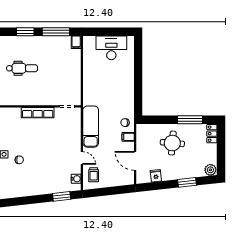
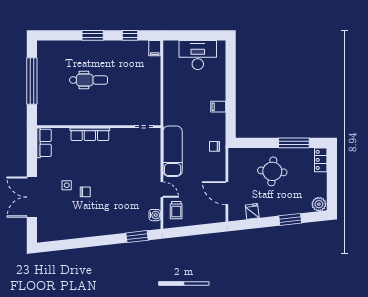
window: (56, 32) -> (130, 35), width x0.46
row of seats: (38, 113) -> (90, 134), moved
filing cabinet: (128, 137) -> (218, 107), moved

